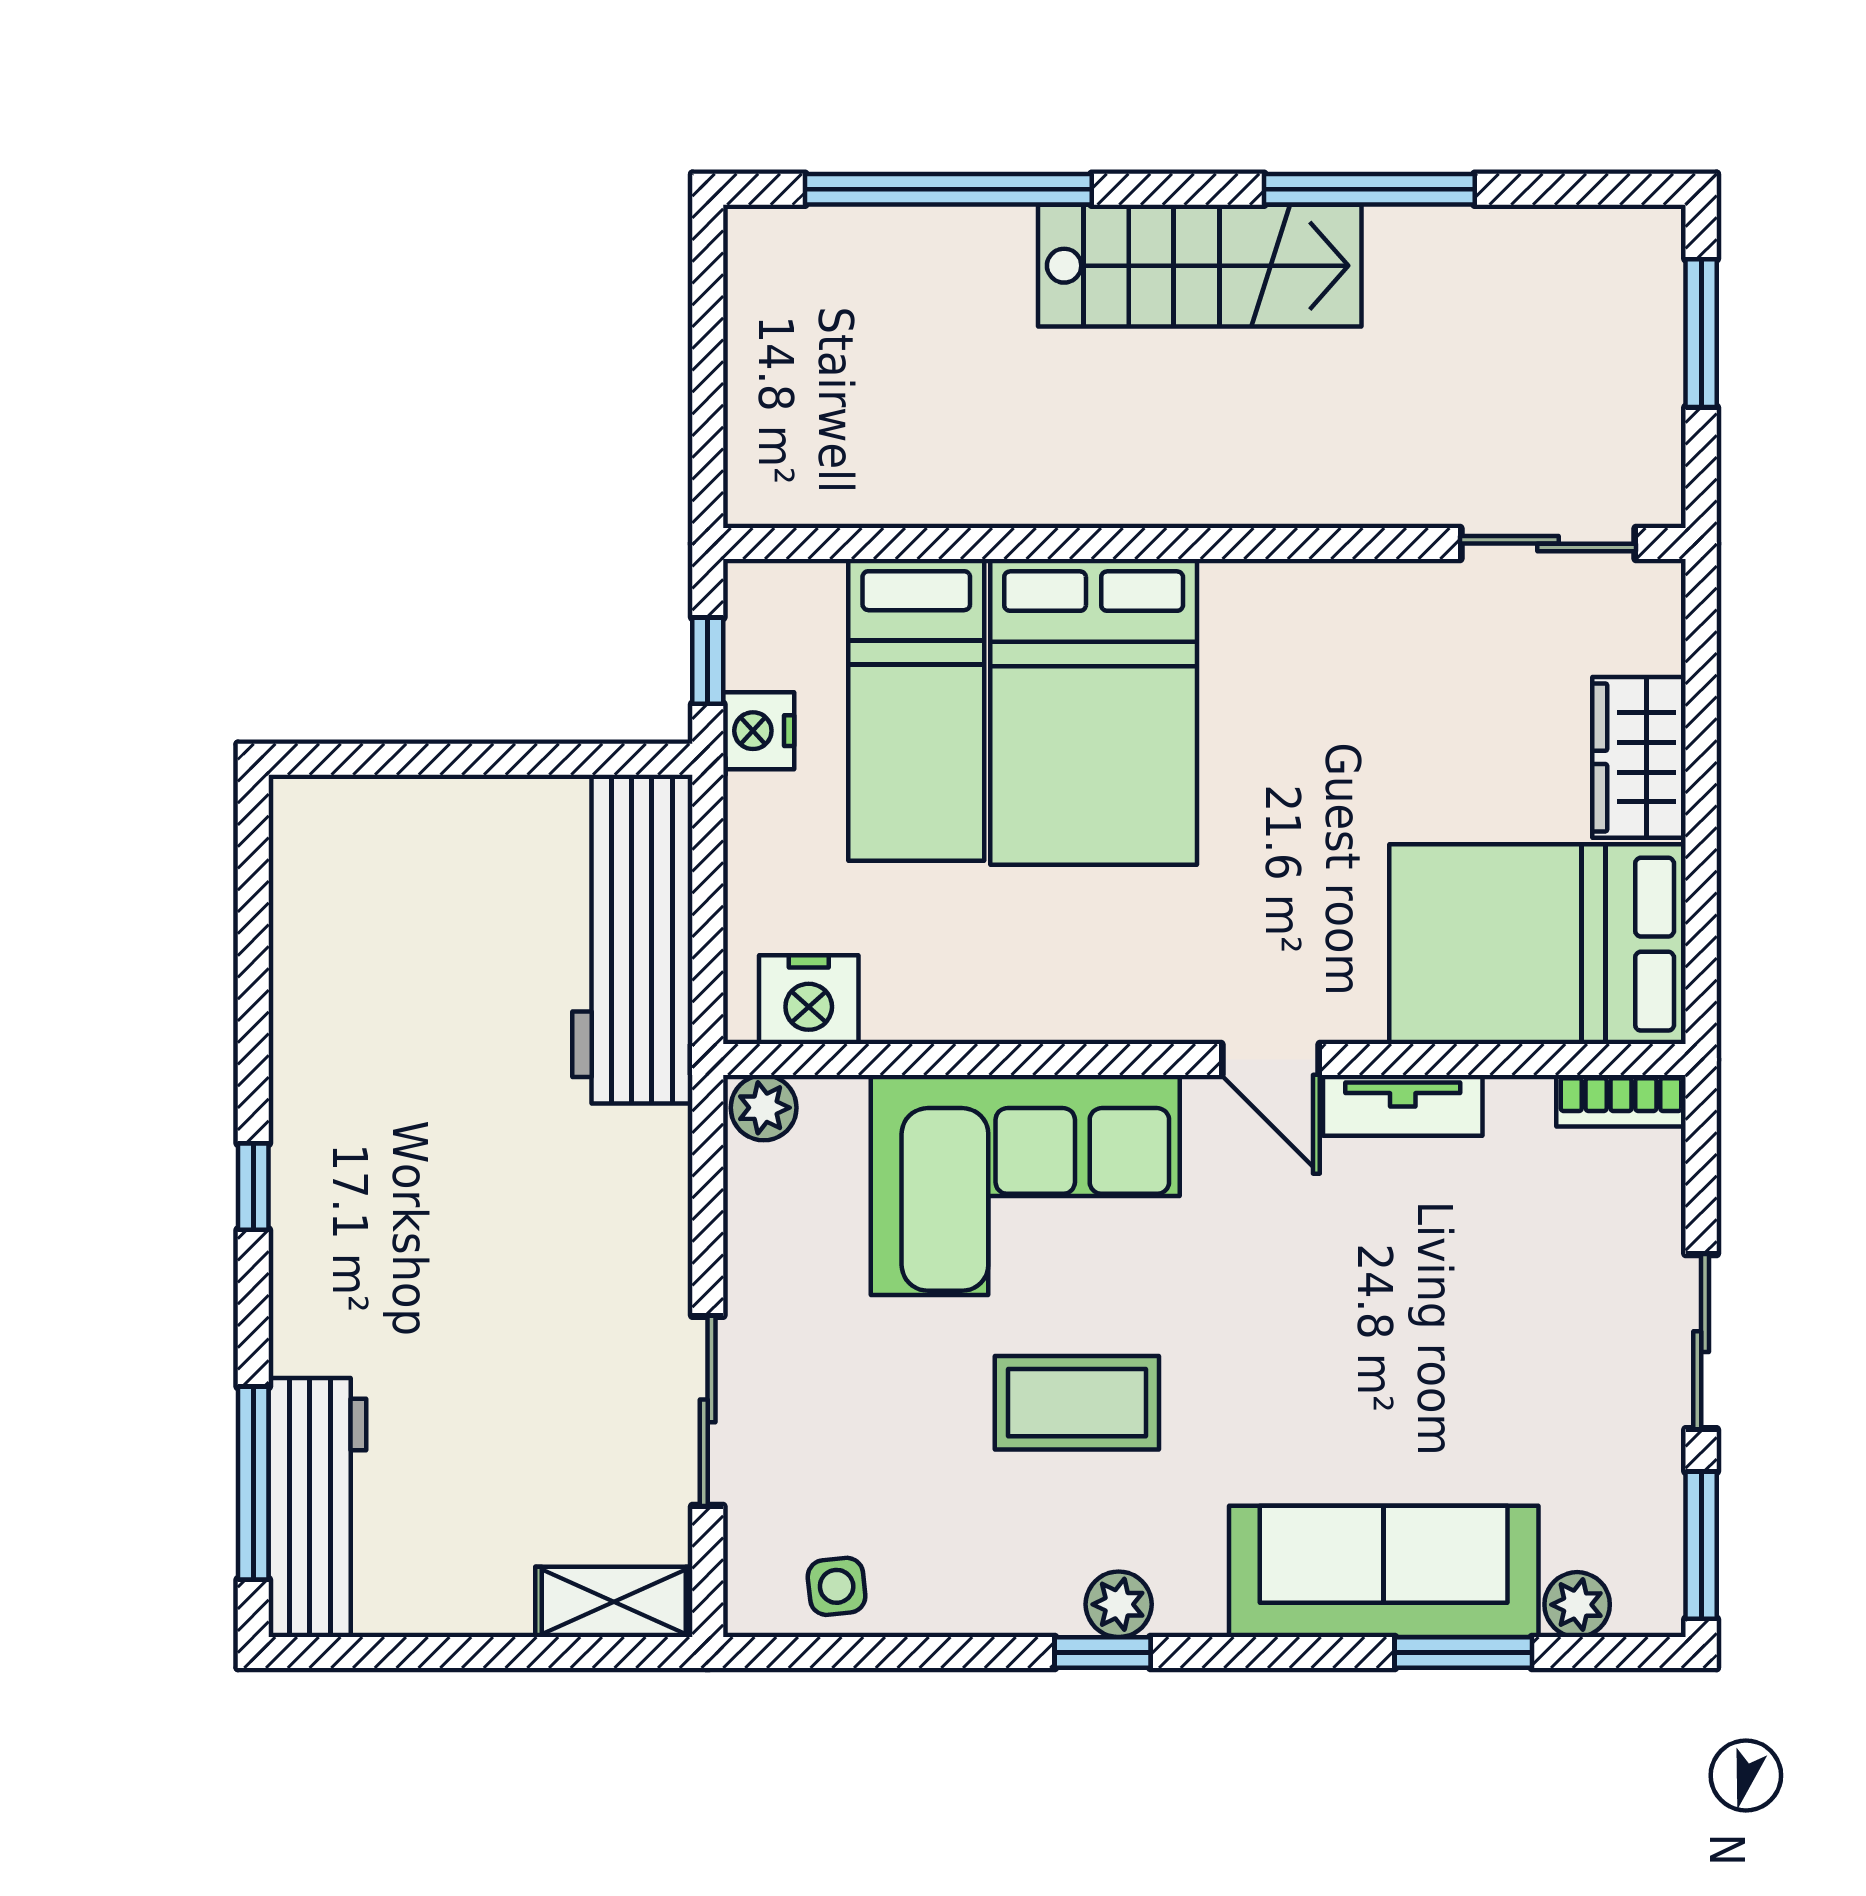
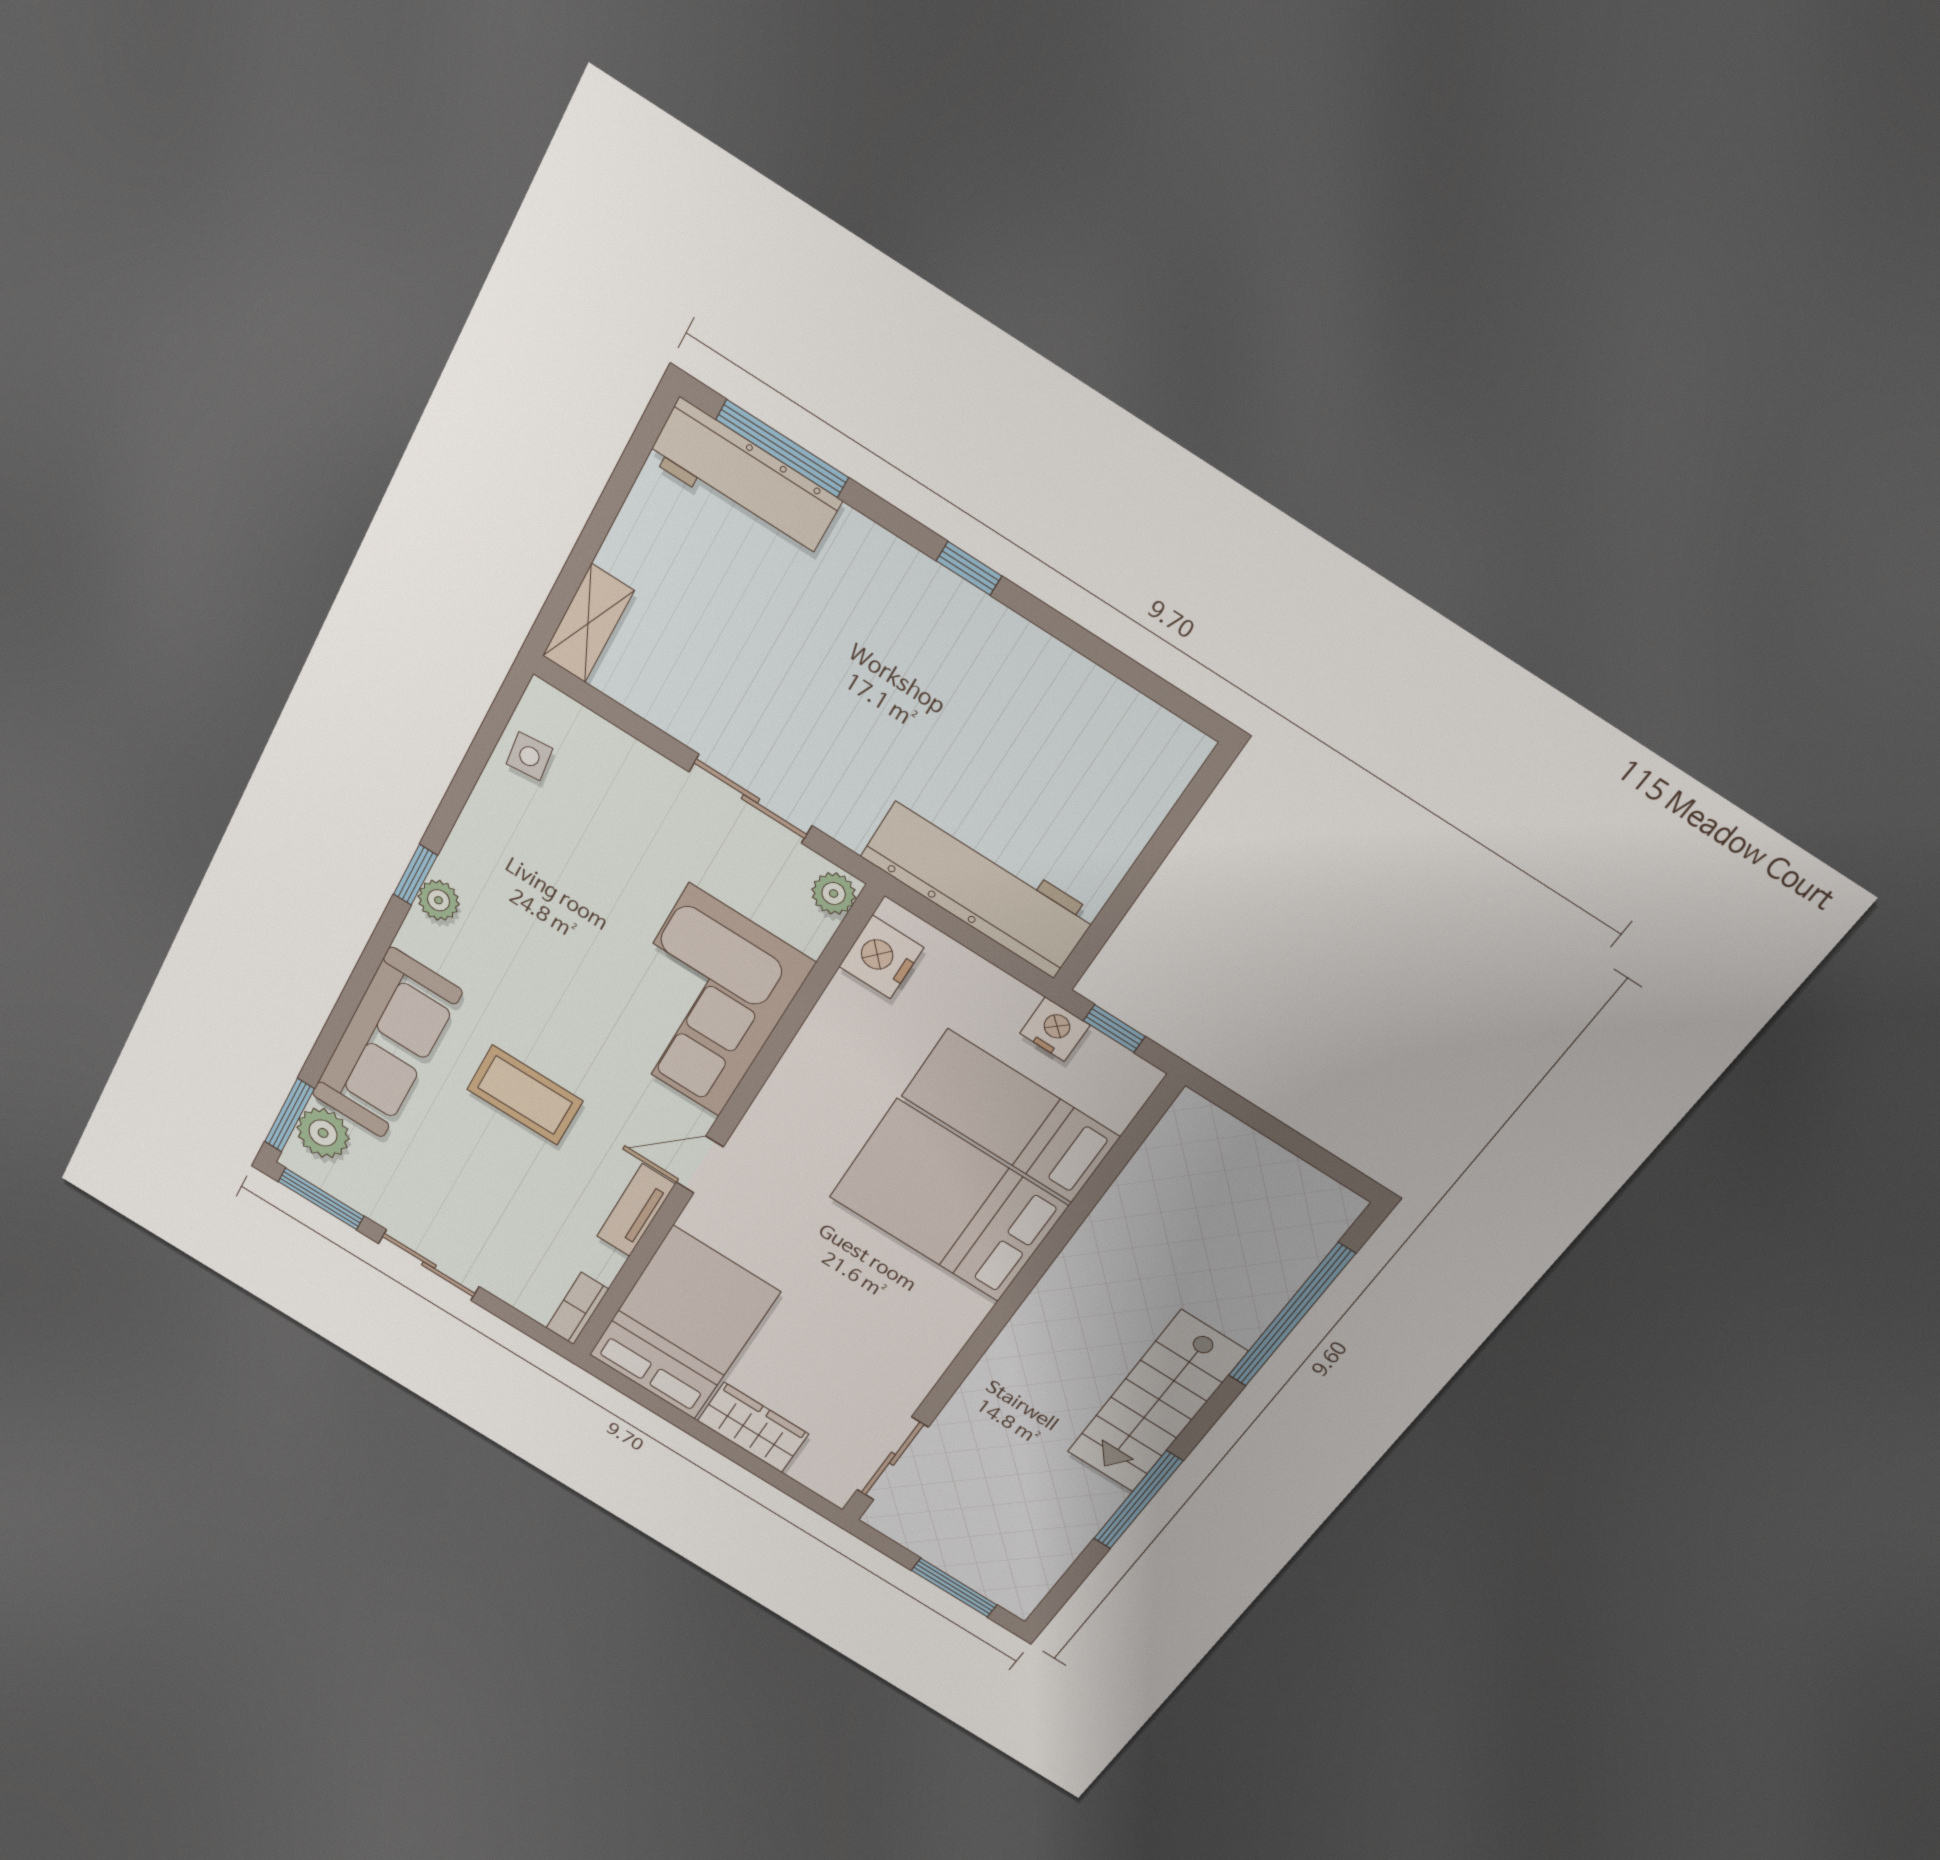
coffee table: (1077, 1403) -> (525, 1095), moved, turned 90
sliding door: (708, 1411) -> (751, 799), moved
plant: (1577, 1605) -> (323, 1133), width x1.38, depth x1.38
window: (1463, 1653) -> (289, 1115), moved

